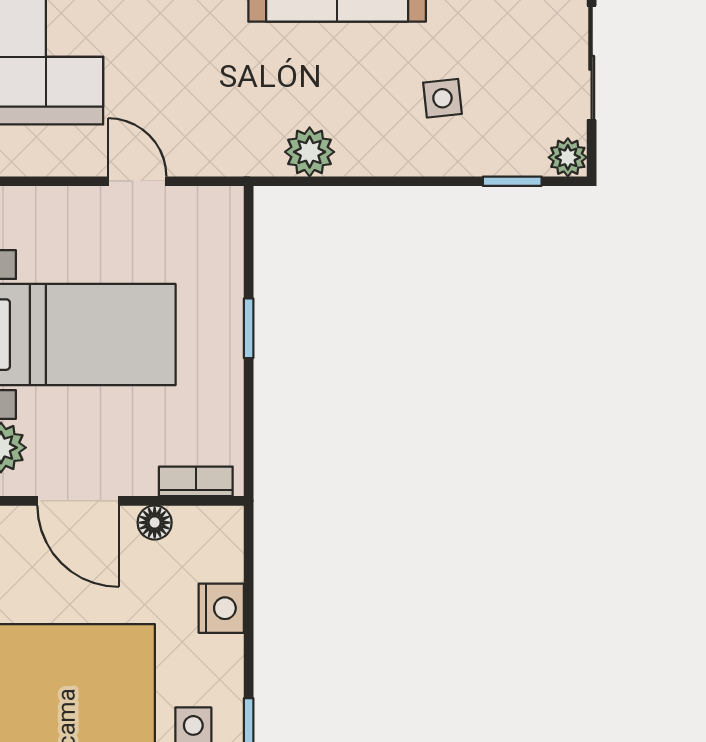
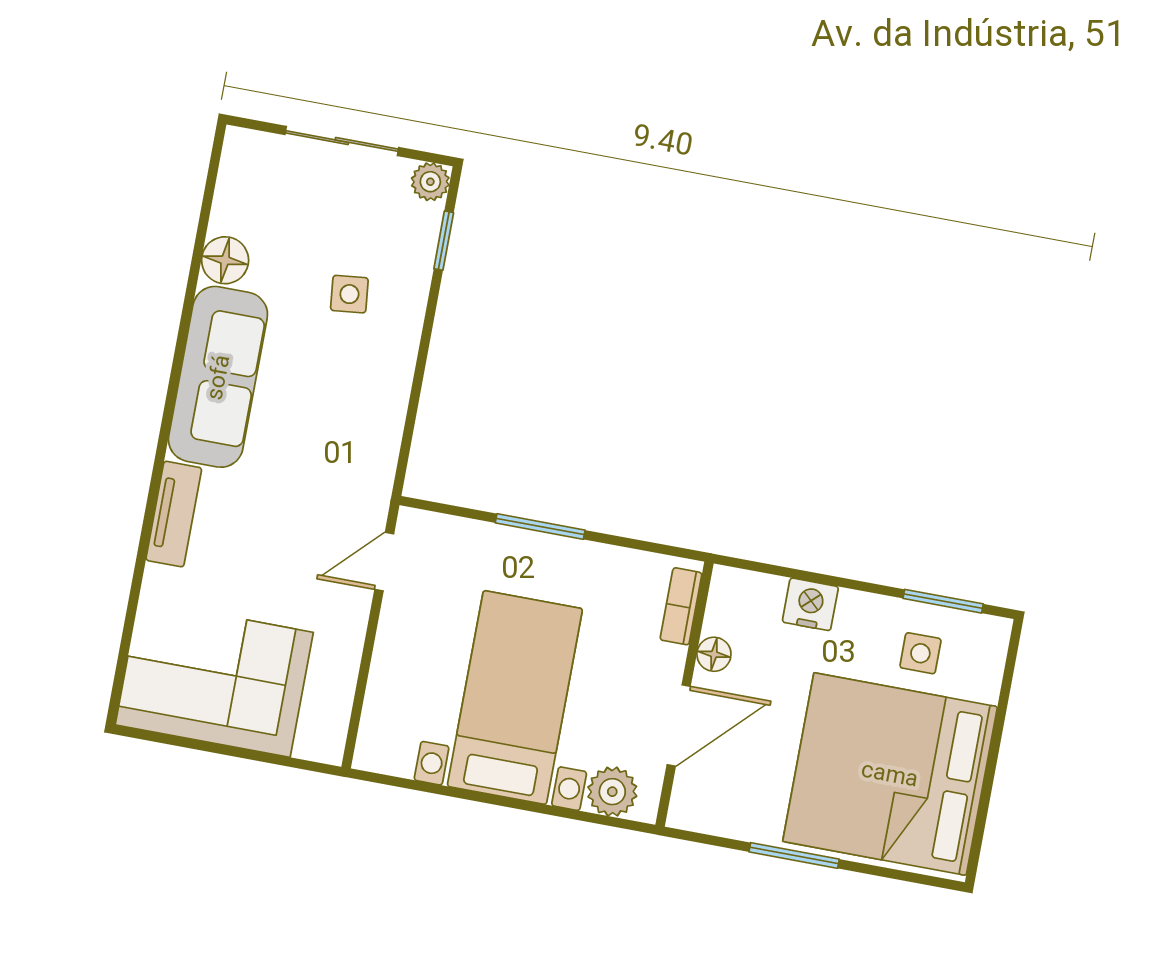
plant: (310, 152) -> (378, 434), removed
door: (137, 181) -> (384, 562), moved
window: (249, 328) -> (540, 527), width x1.50

